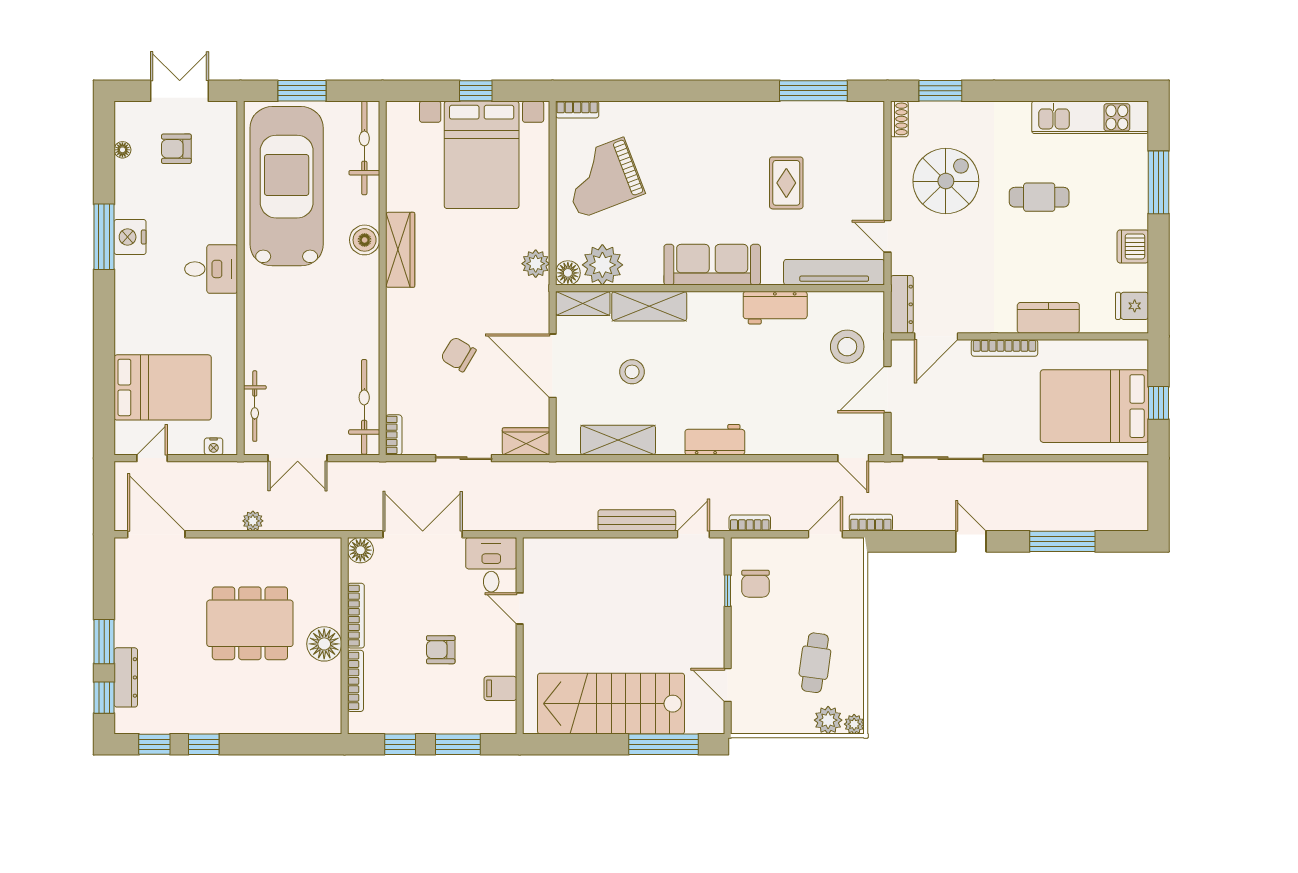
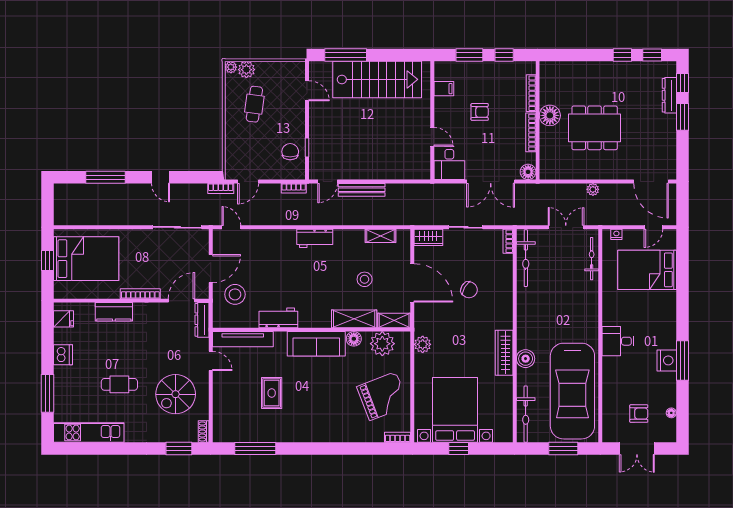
floor lamp: (568, 273) -> (354, 339), moved
shelving: (618, 440) -> (380, 236), width x0.67, depth x0.75

